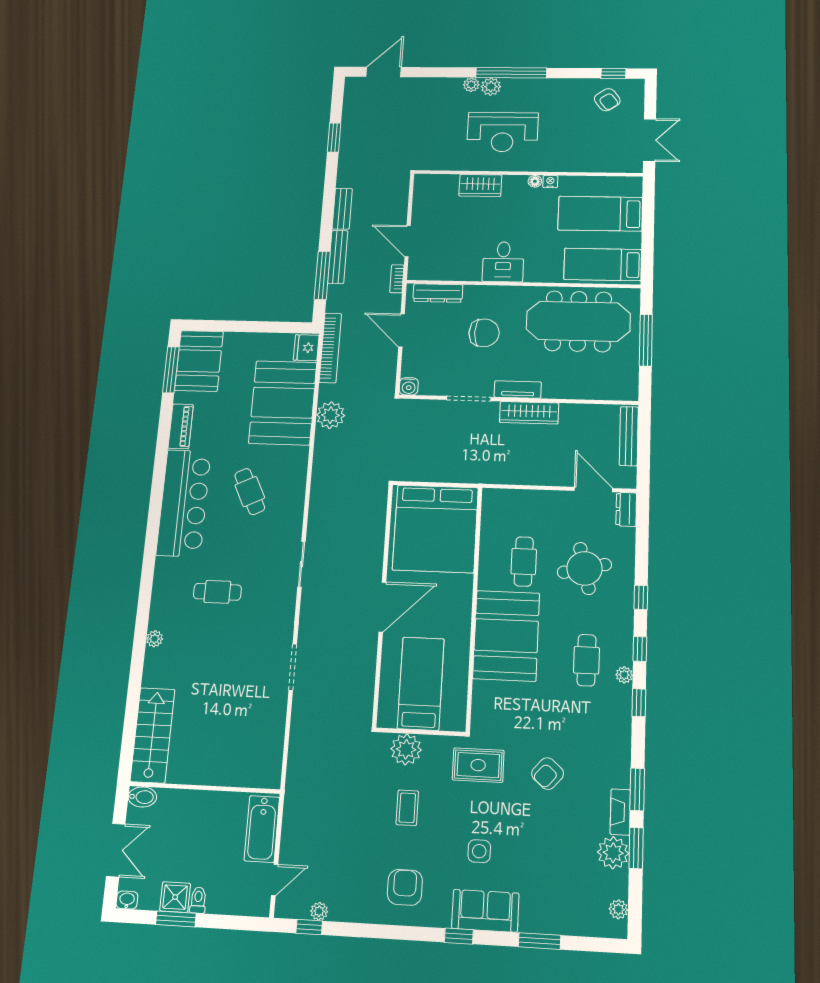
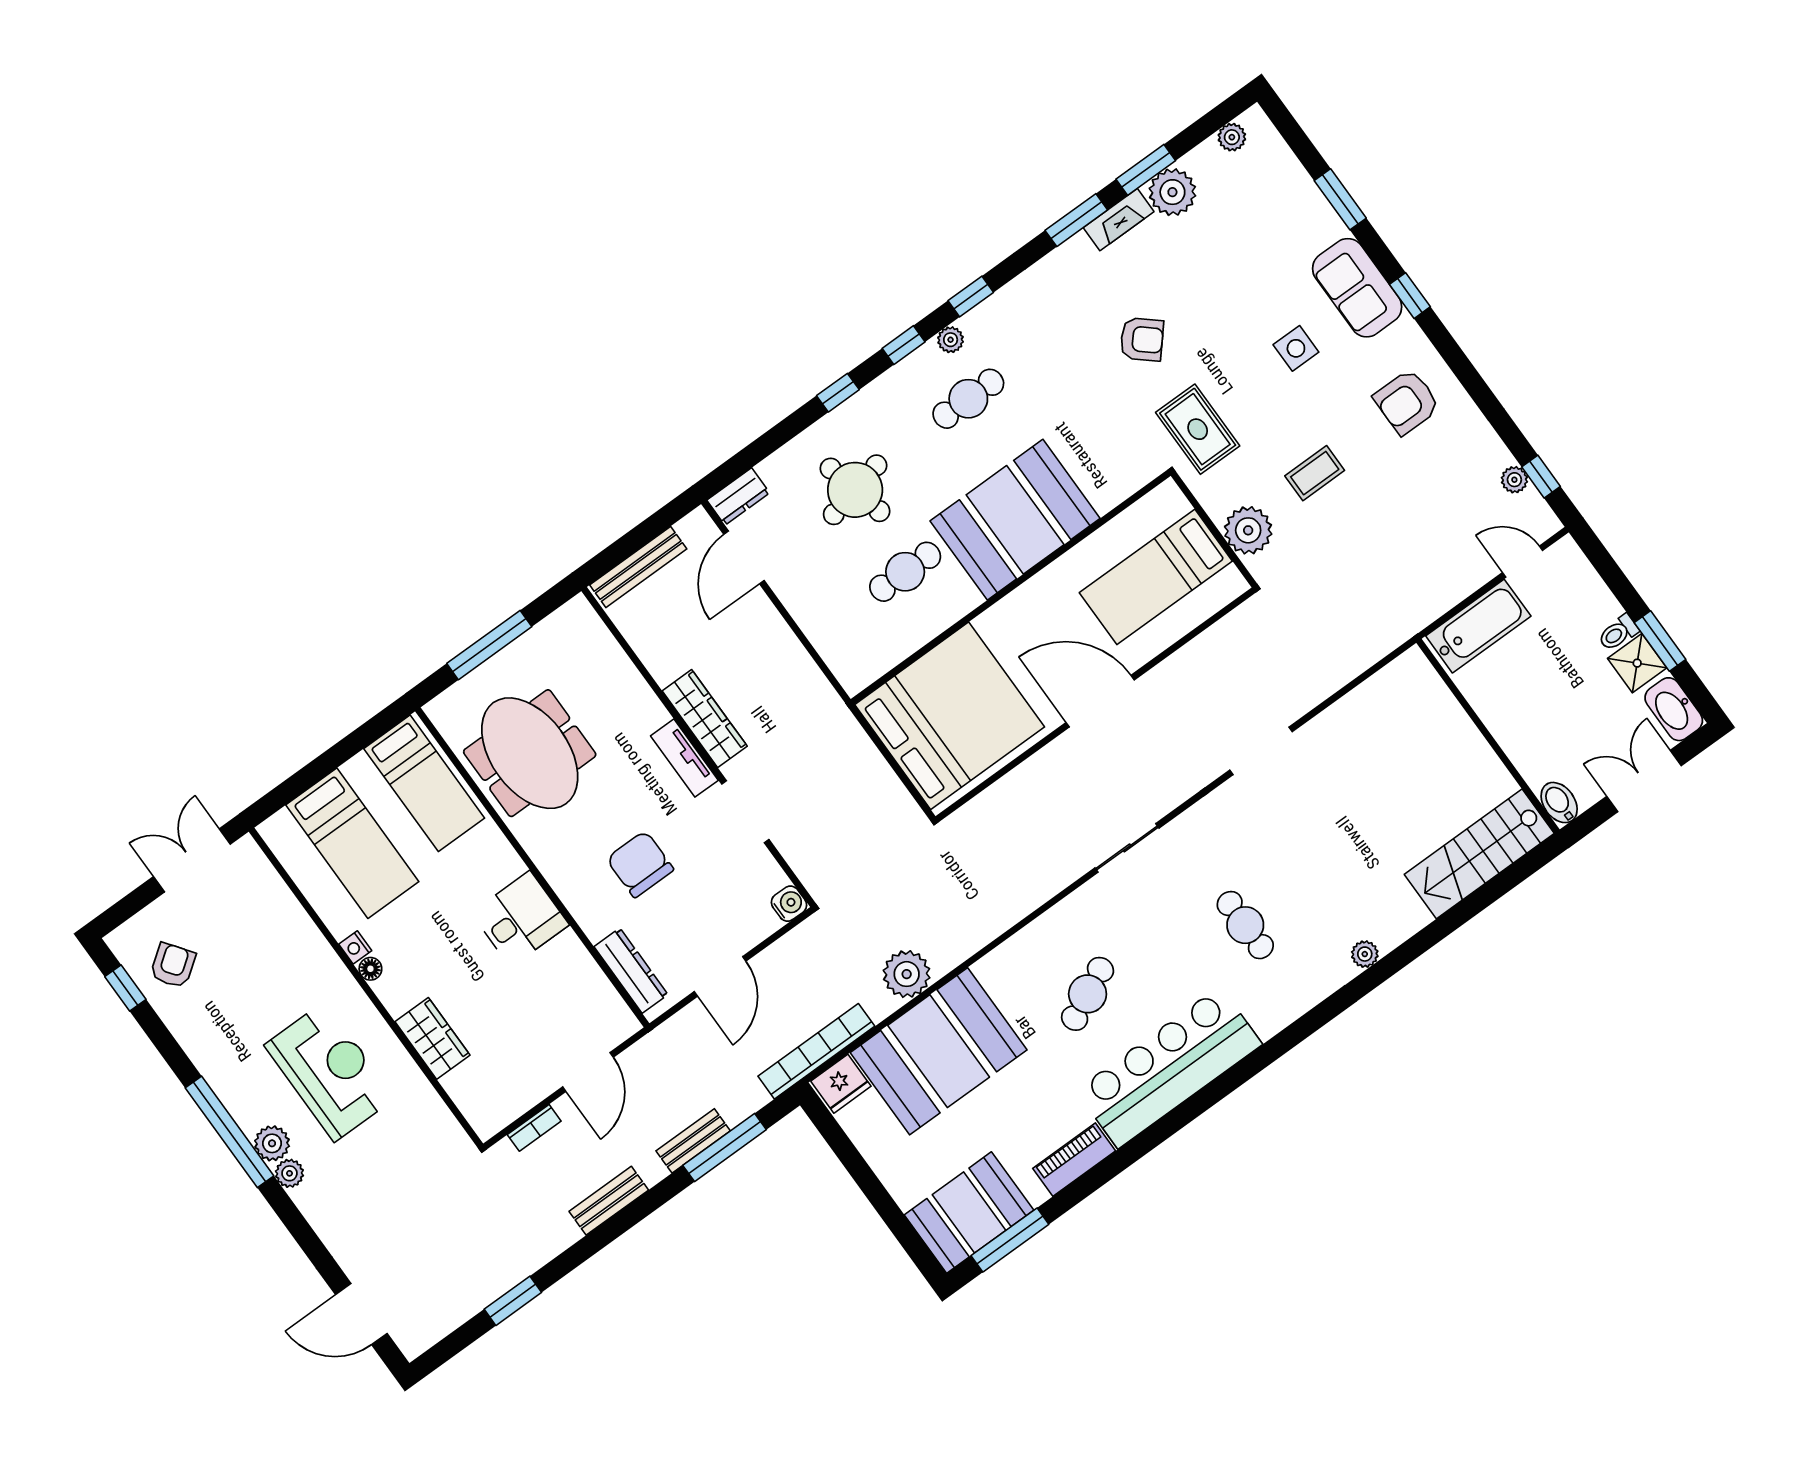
bench: (338, 257) -> (693, 1141), width x0.73
bookcase: (397, 279) -> (534, 1128), moved
meeting table: (578, 321) -> (530, 753), width x0.73
washbasin: (127, 900) -> (1674, 709), width x1.91, depth x1.45

